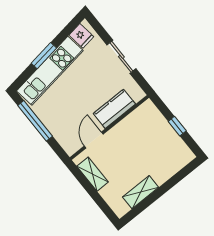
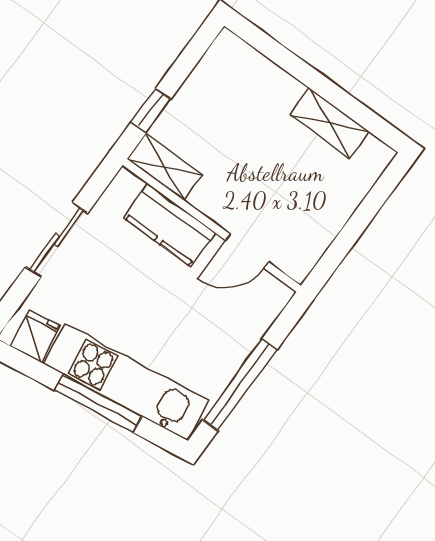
window: (44, 56) -> (98, 403), width x1.44
window: (177, 126) -> (151, 111), moved
shelving: (93, 174) -> (165, 167), moved, turned 90

